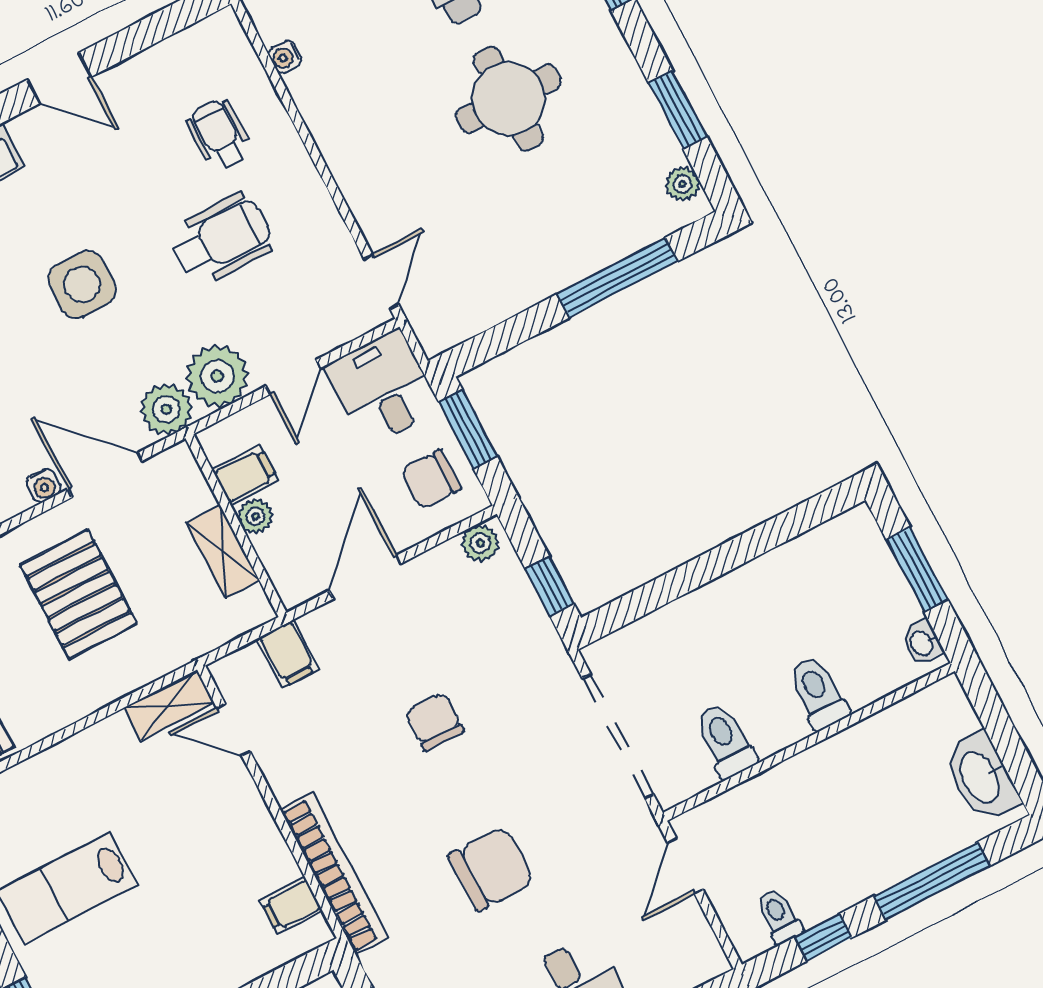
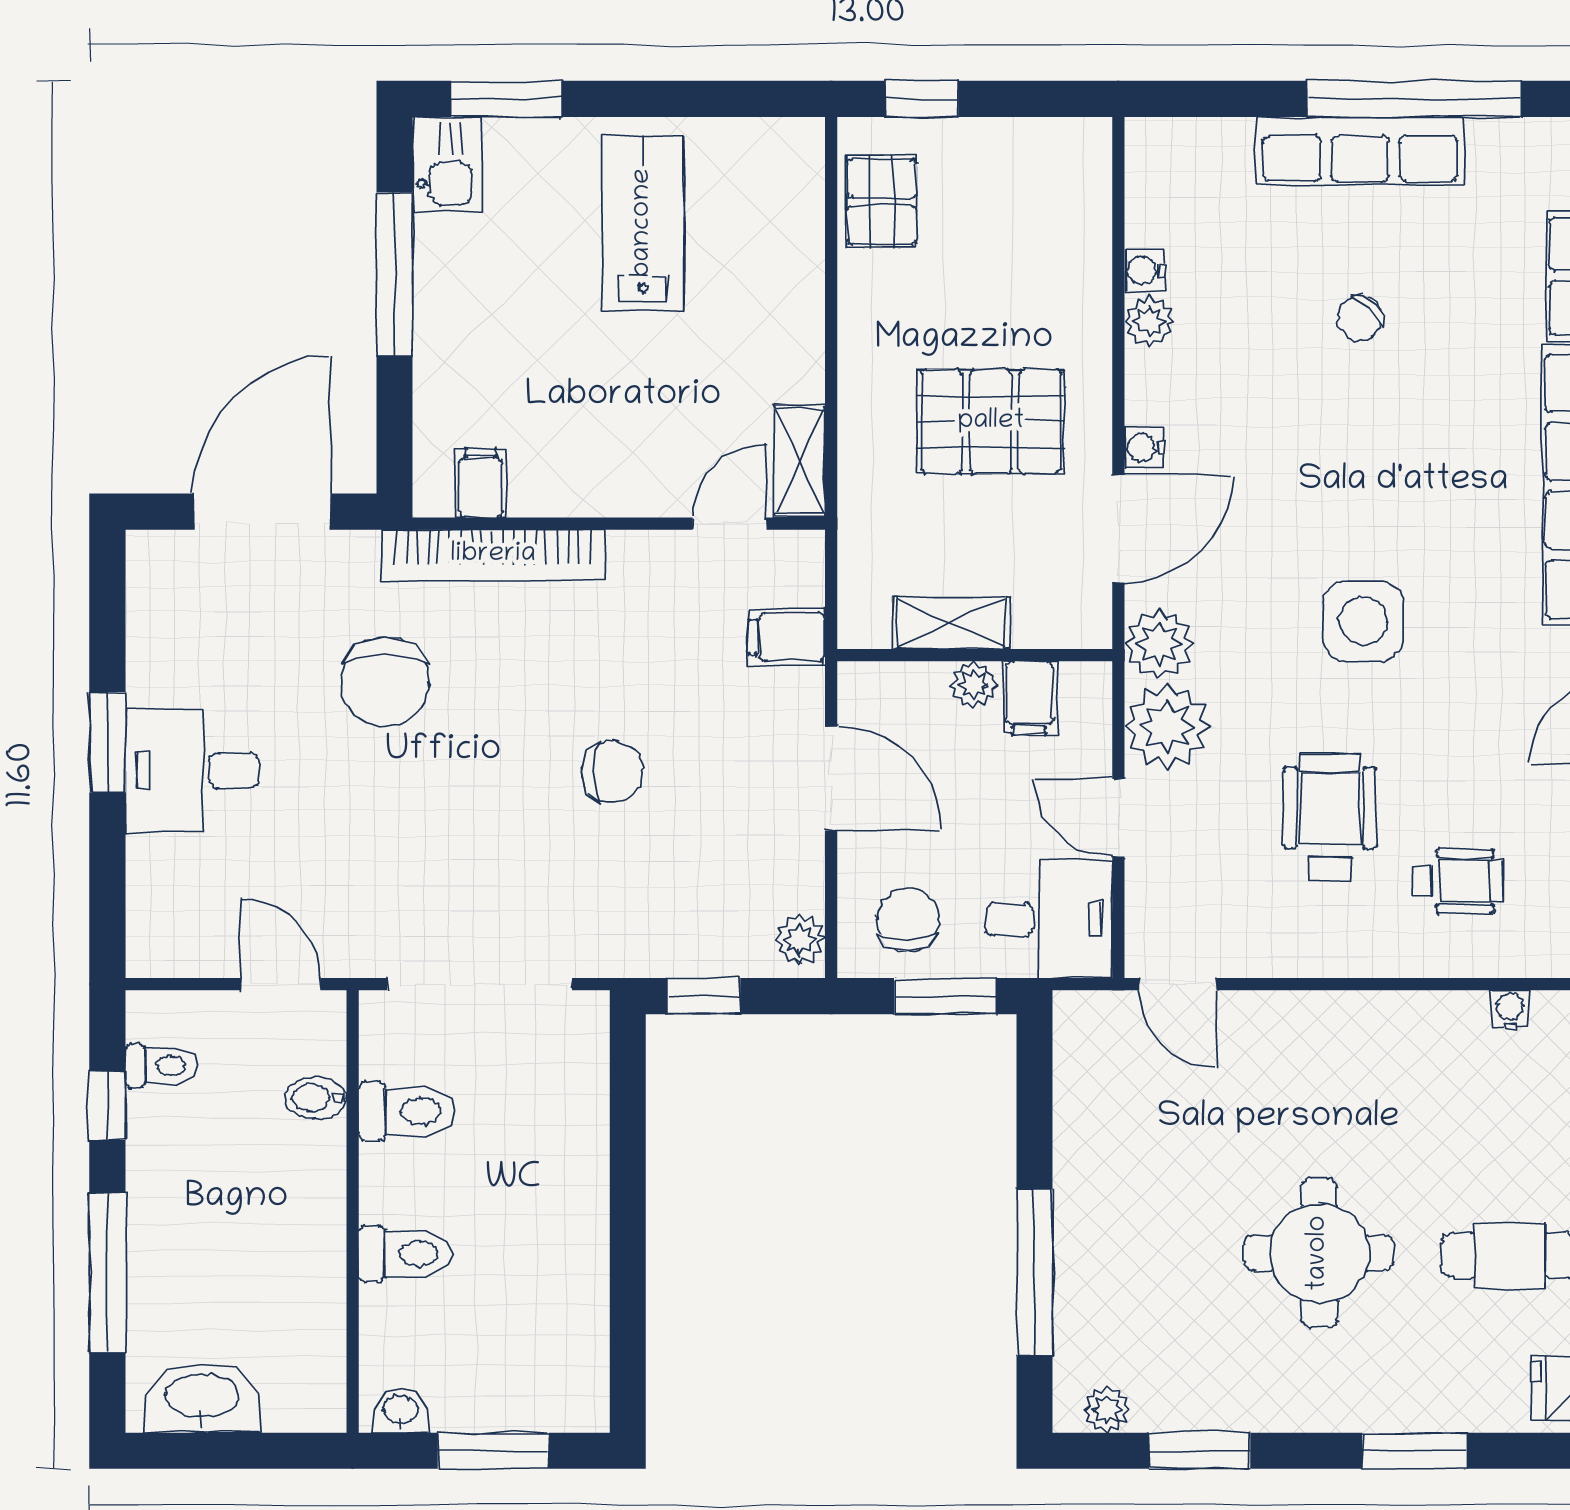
wheelchair: (222, 239) -> (1330, 818), turned 180
bidet: (747, 804) -> (316, 1098), added
chair: (492, 869) -> (385, 682), moved

